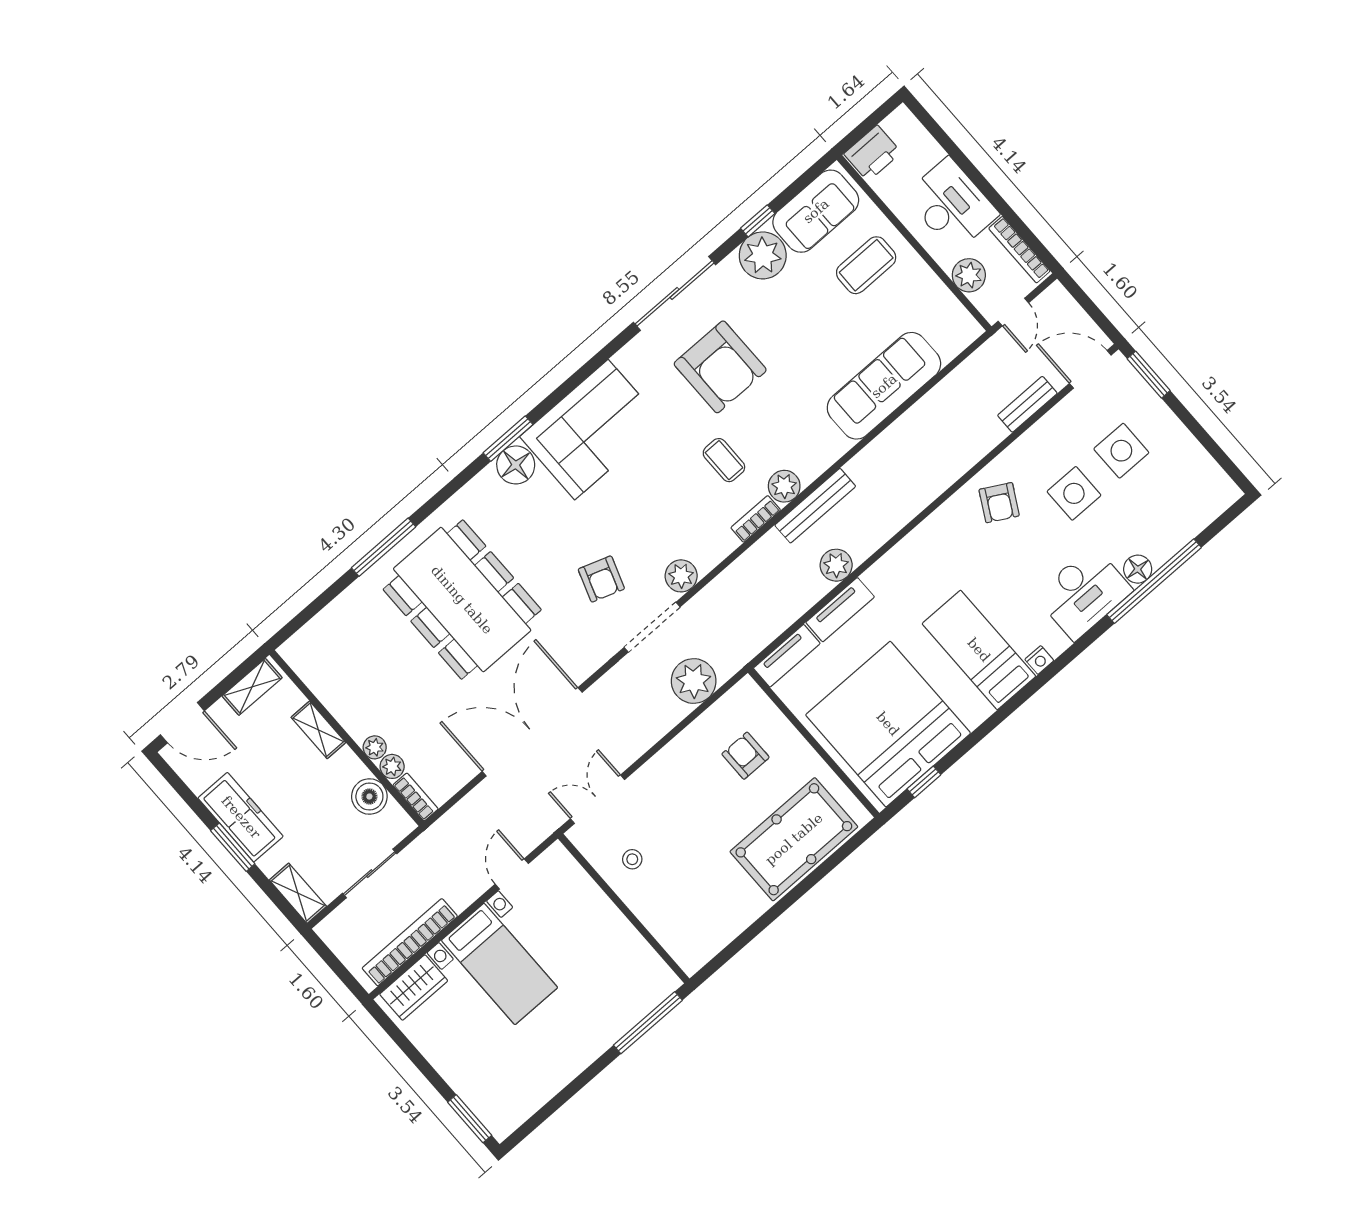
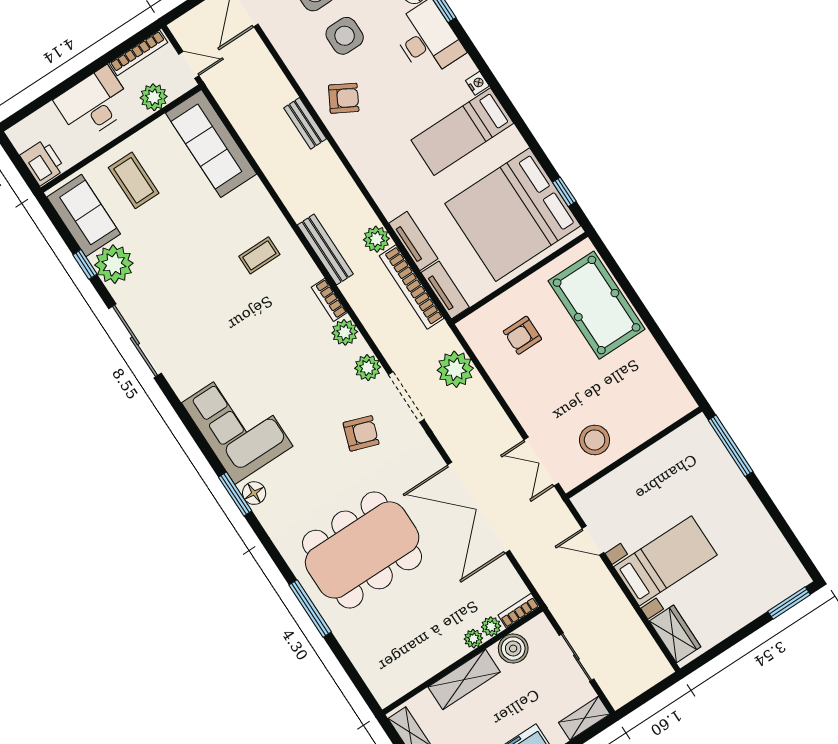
armchair: (720, 367) -> (201, 312), removed
sofa: (884, 386) -> (211, 143), moved
bench: (1027, 404) -> (305, 123), moved
coffee table: (724, 460) -> (259, 255), moved
floor lamp: (516, 465) -> (254, 493), width x0.73, depth x0.73
plant: (784, 486) -> (345, 332), moved
shelving: (318, 730) -> (464, 679), width x1.50, depth x1.33
stool: (632, 859) -> (595, 440), width x1.89, depth x1.89
bookcase: (410, 942) -> (412, 287), moved

